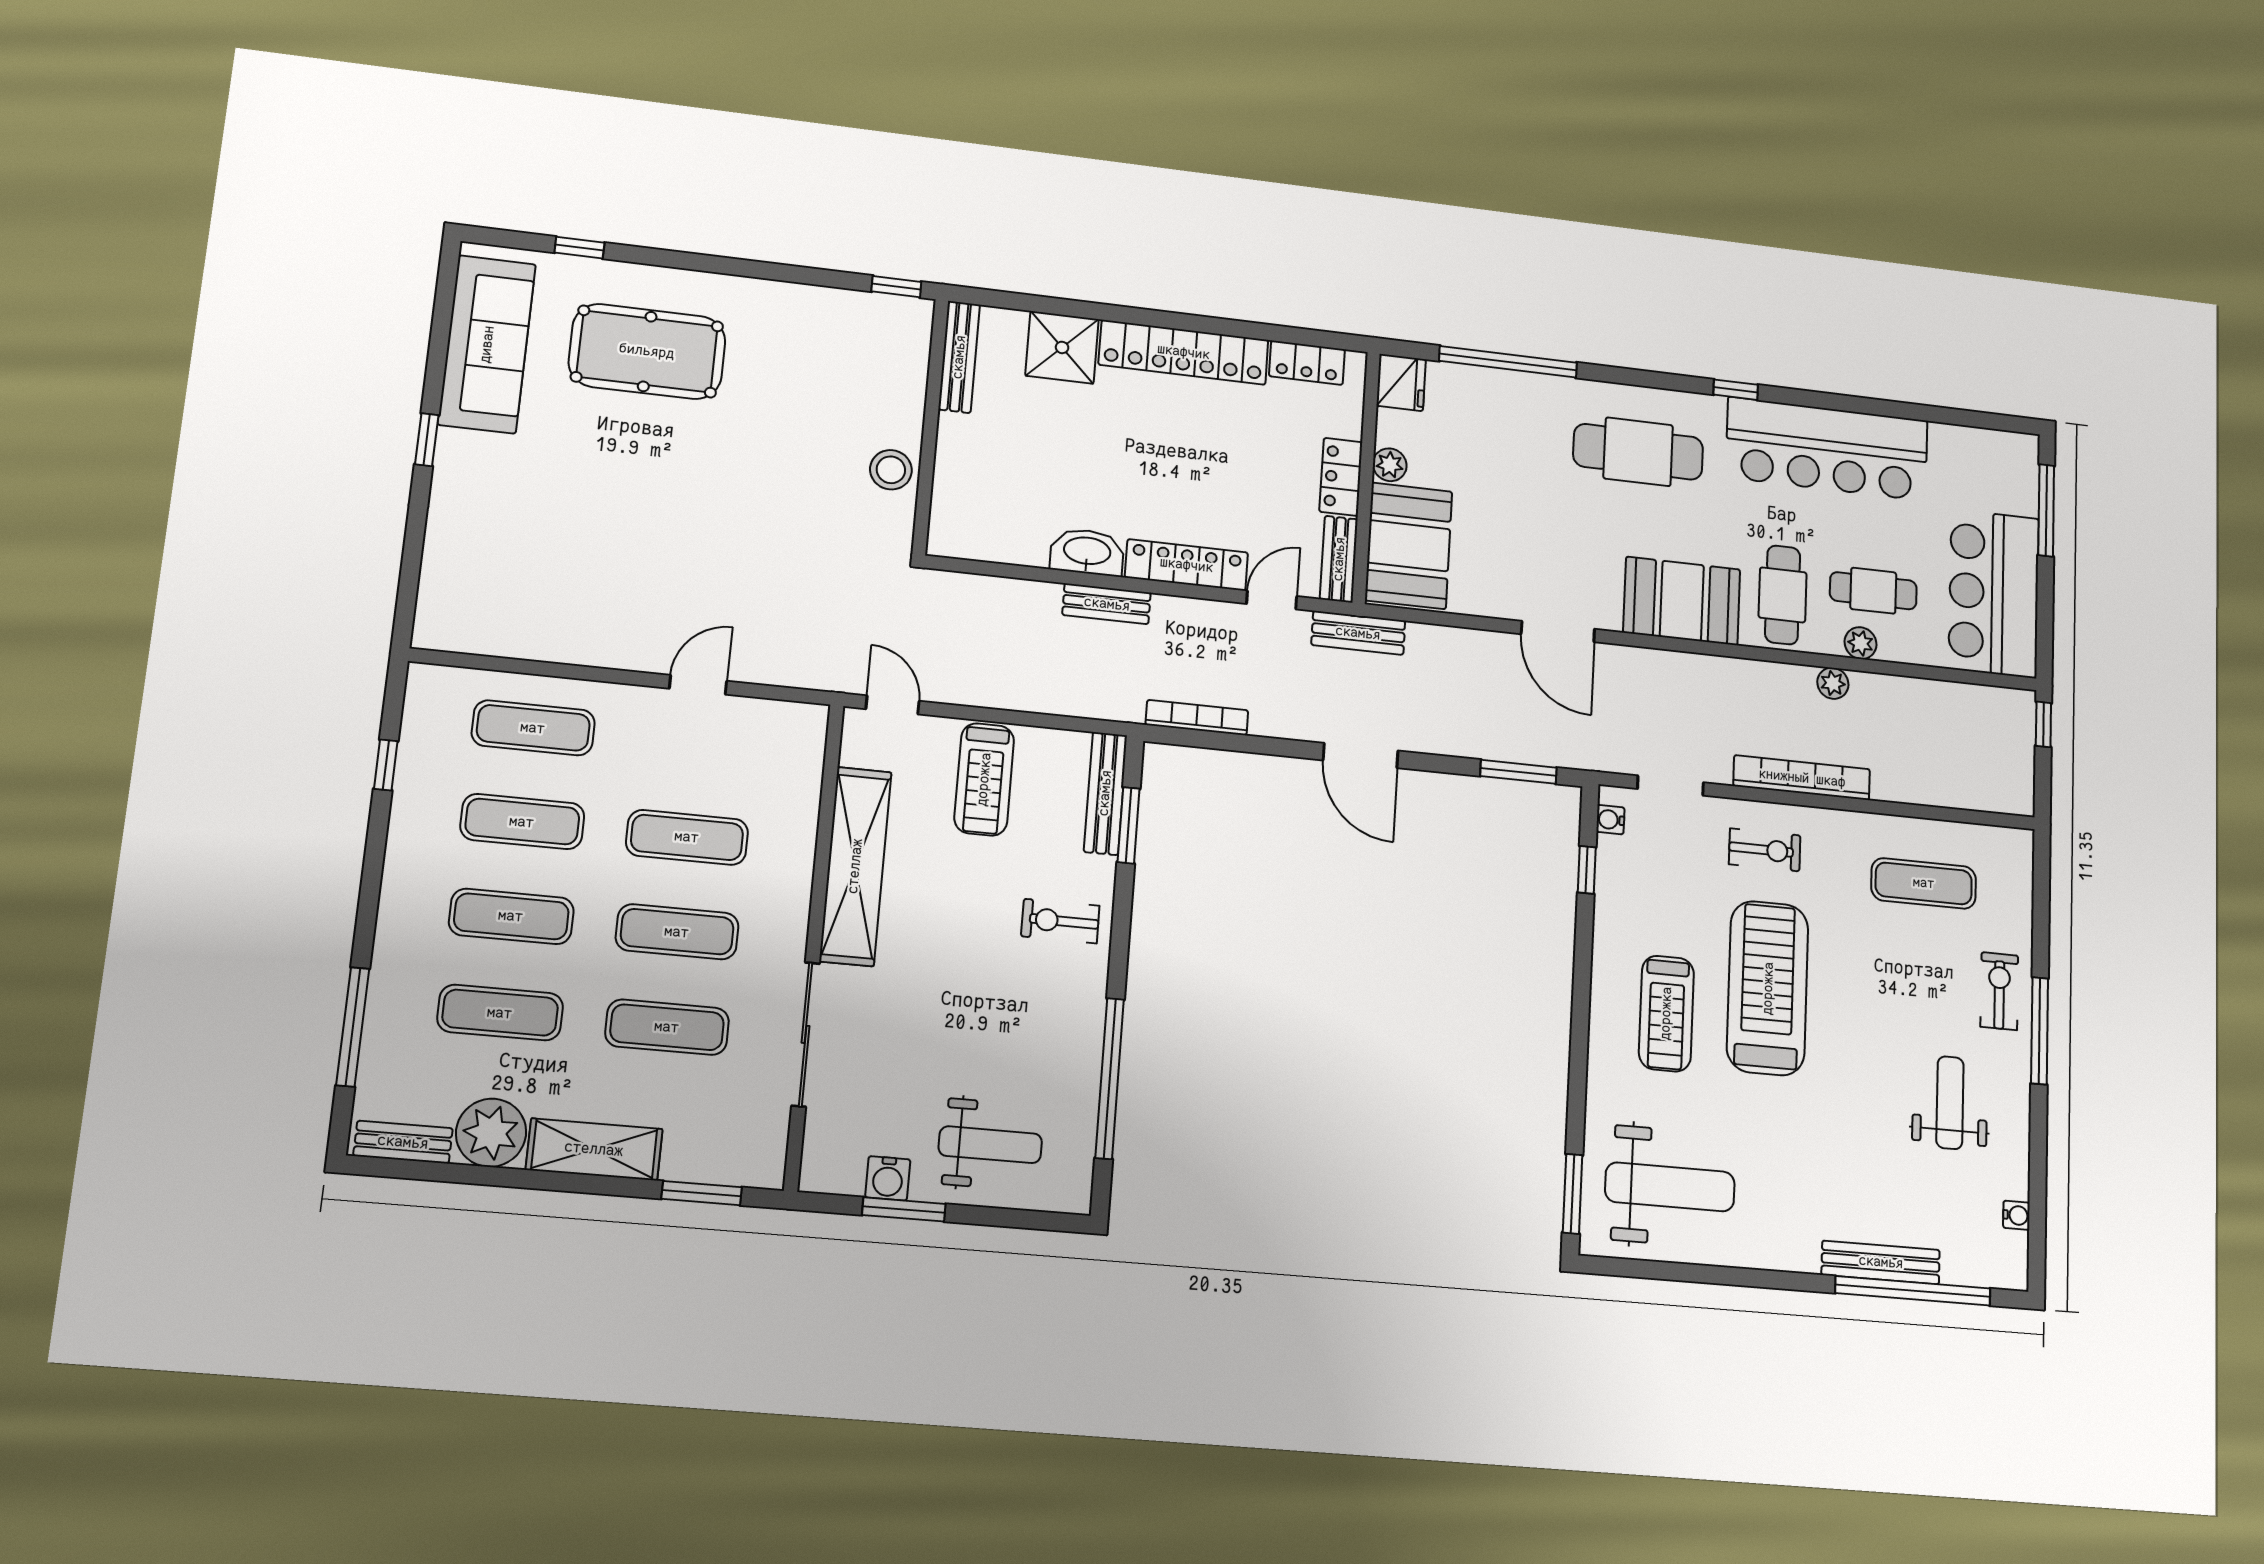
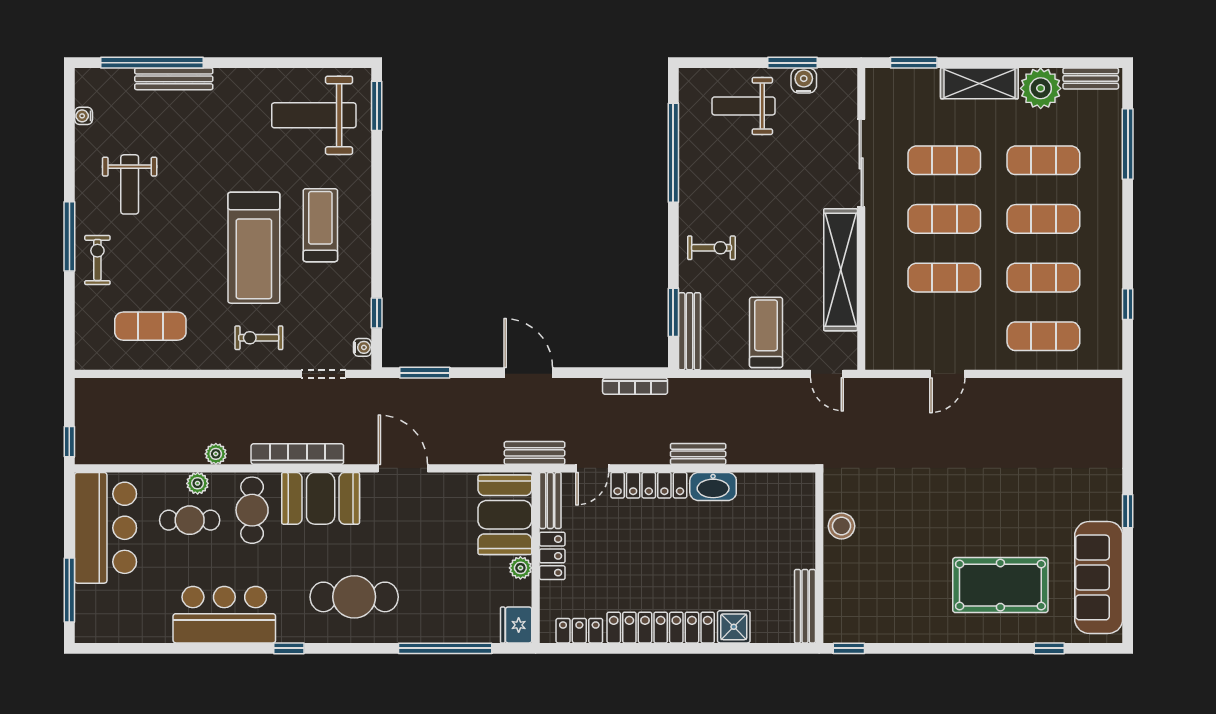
shower: (1062, 347) -> (734, 627), width x0.73, depth x0.73
bar counter: (1827, 449) -> (224, 615), width x0.73
bookcase: (1802, 778) -> (297, 454), moved, turned 180
exercise bike: (1999, 991) -> (97, 260), turned 180

